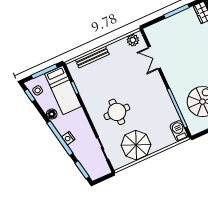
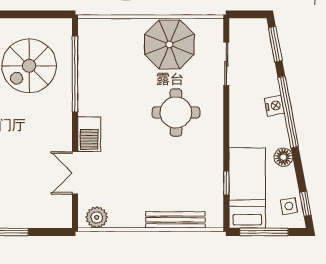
double door: (154, 58) -> (75, 173), swing flipped
barbecue: (179, 131) -> (89, 134), moved

